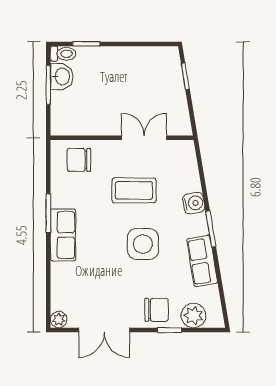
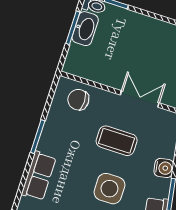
washbasin: (62, 76) -> (85, 29), width x1.38
row of seats: (63, 235) -> (39, 176), moved

